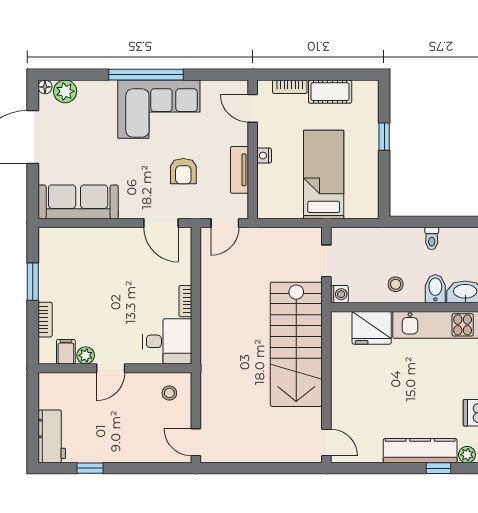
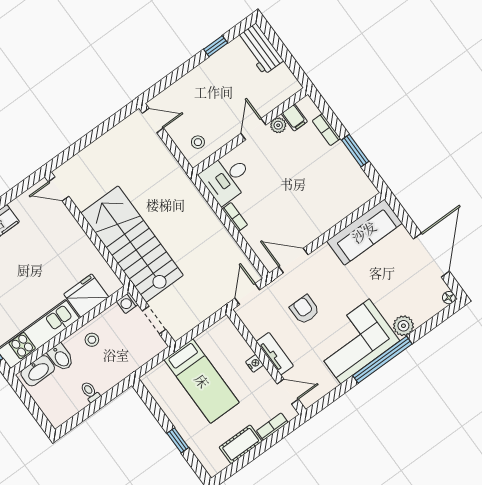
plant: (65, 91) -> (403, 326), moved
tv unit: (240, 170) -> (275, 354), moved

